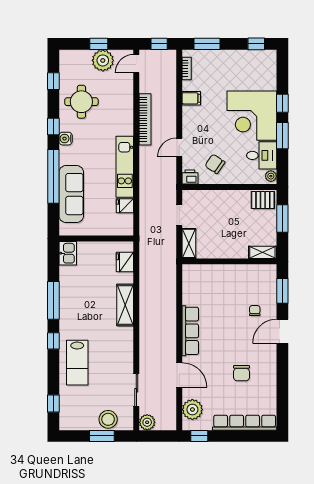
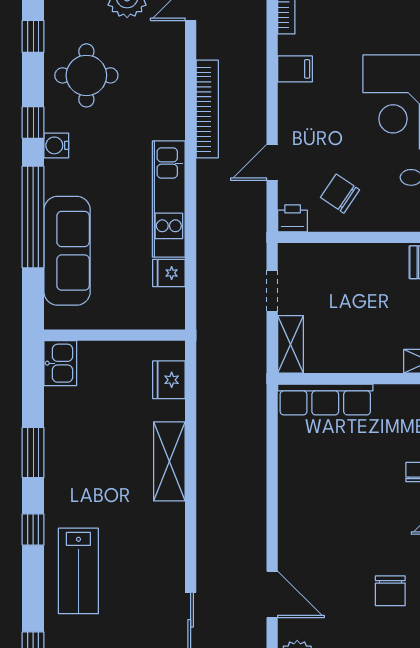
window: (53, 300) -> (33, 453), width x0.69
row of seats: (190, 331) -> (325, 400), moved, turned 90

